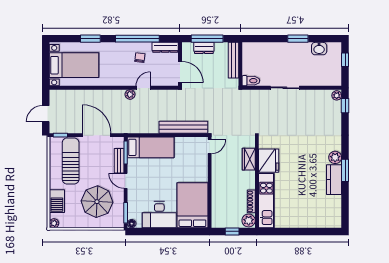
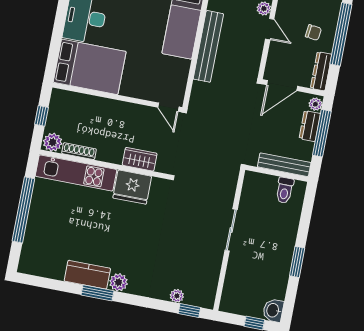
plant: (188, 47) -> (315, 104), added
washbasin: (319, 49) -> (273, 310), moved
toilet: (251, 81) -> (285, 190), moved
plant: (337, 95) -> (177, 296), moved
bench: (183, 127) -> (208, 46), moved
window: (298, 231) -> (23, 210), added

